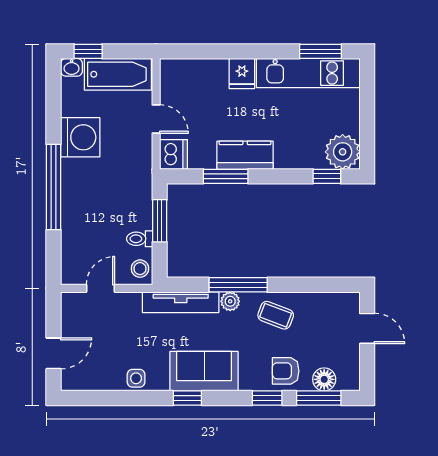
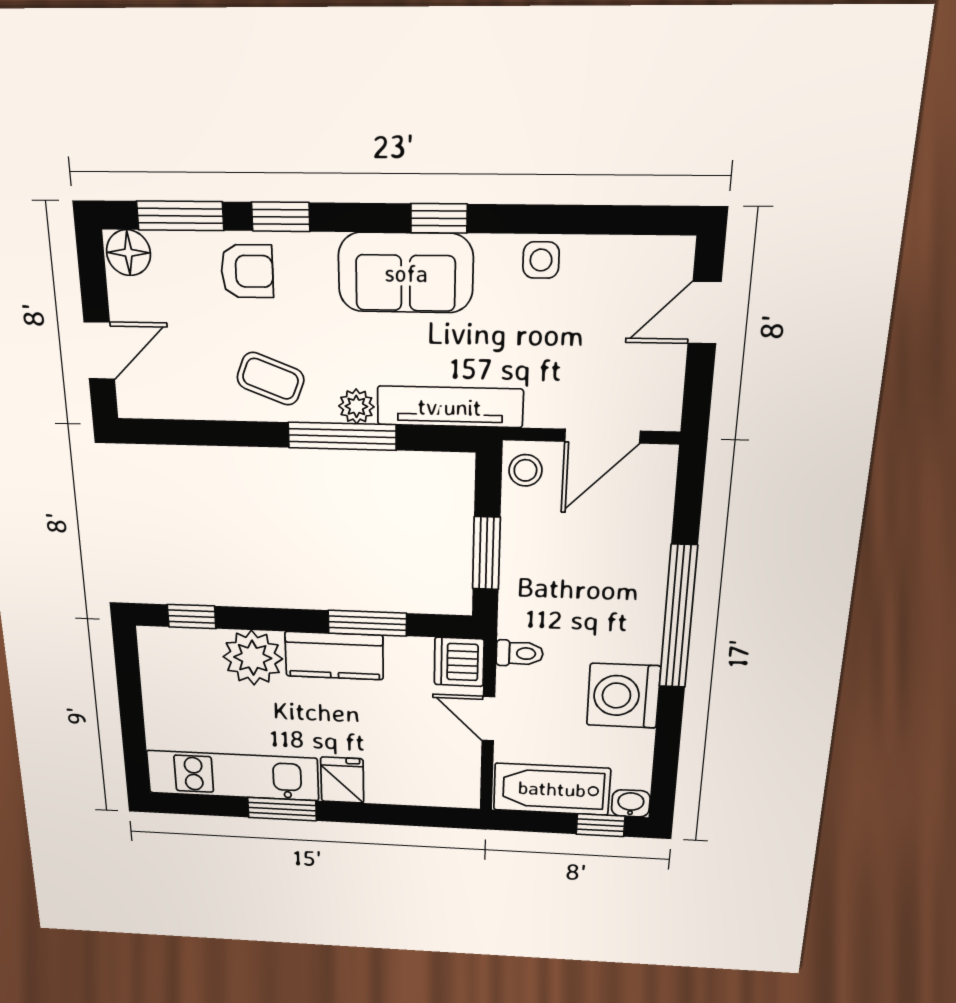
window: (321, 51) -> (282, 809), moved
plant: (343, 152) -> (253, 658), moved
toilet: (140, 239) -> (520, 653), moved
door: (101, 288) -> (602, 436), width x1.38
door: (367, 328) -> (99, 351), swing flipped
floor lamp: (324, 379) -> (128, 253), moved

